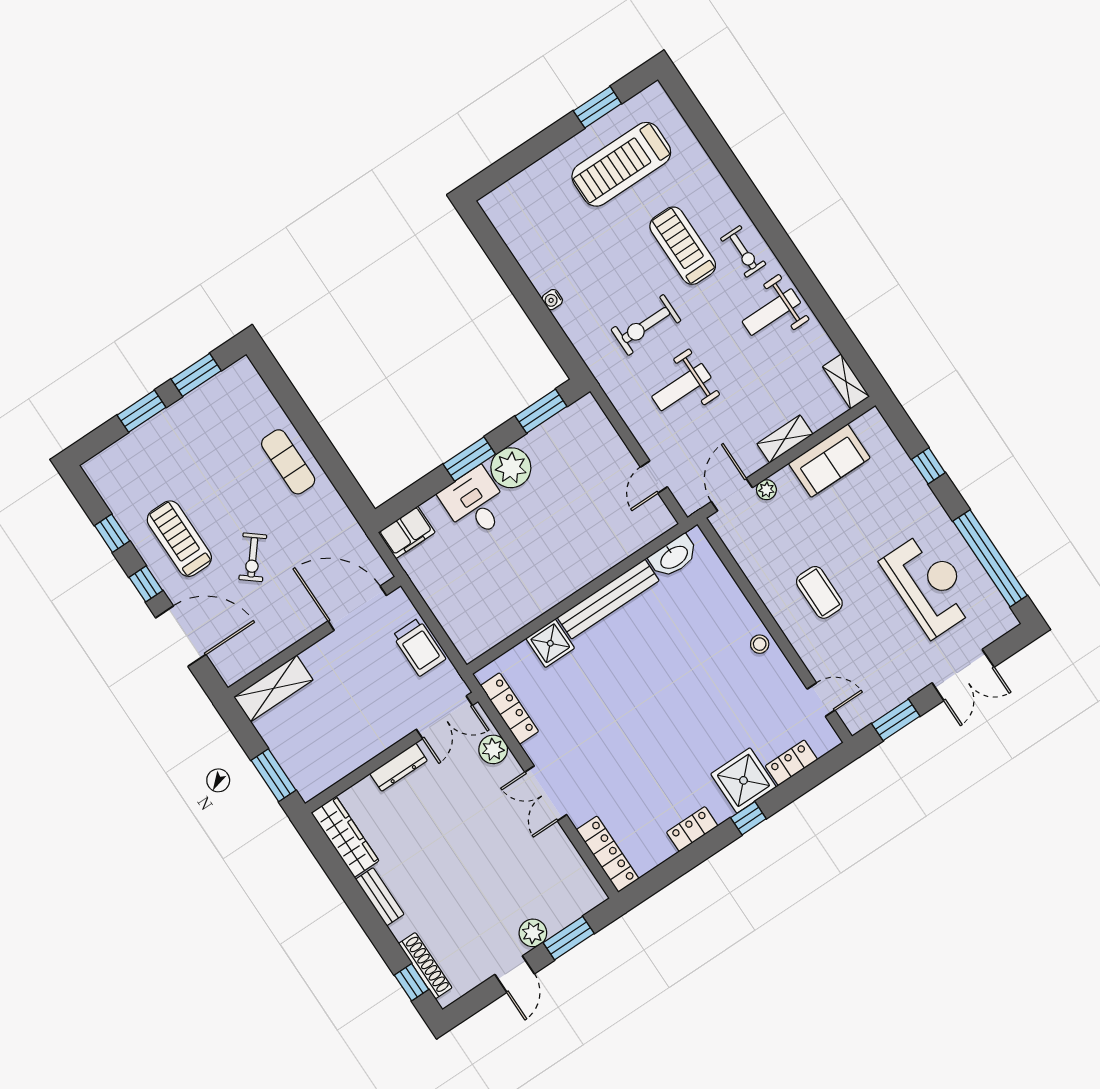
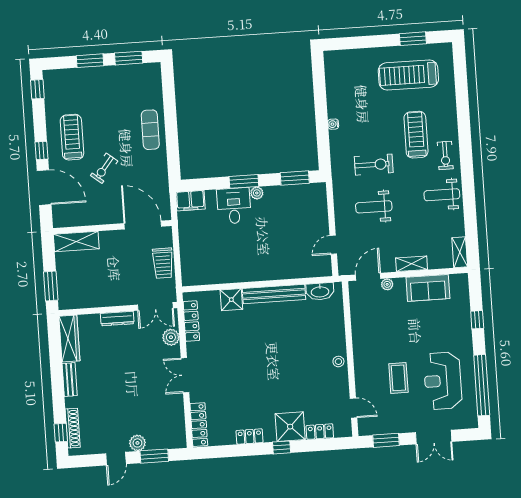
exercise bike: (646, 325) -> (374, 165), turned 180
plant: (511, 468) -> (257, 193), width x0.53, depth x0.53
window: (112, 533) -> (37, 89), moved
reception desk: (929, 585) -> (443, 381), turned 180
coffee table: (819, 592) -> (398, 378), moved

